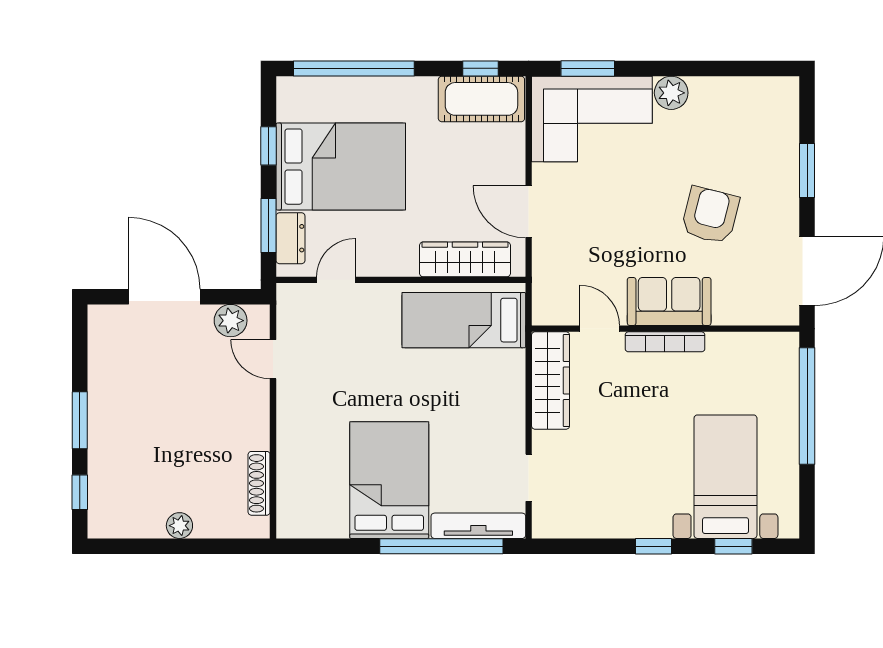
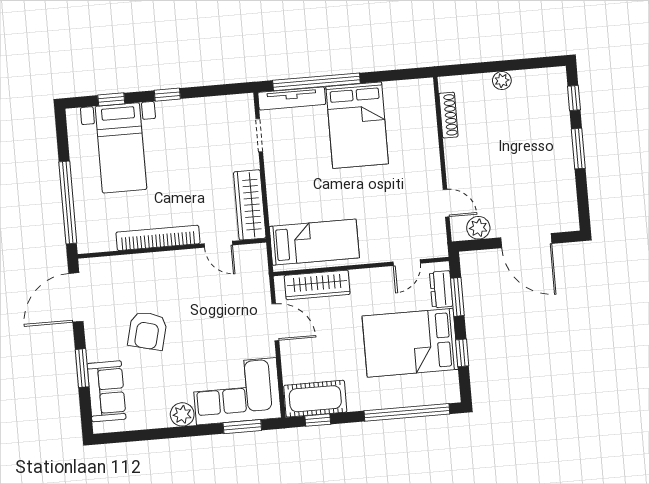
sofa: (669, 301) -> (106, 391), moved, turned -90
bookcase: (665, 342) -> (158, 238), width x1.48, depth x1.31

